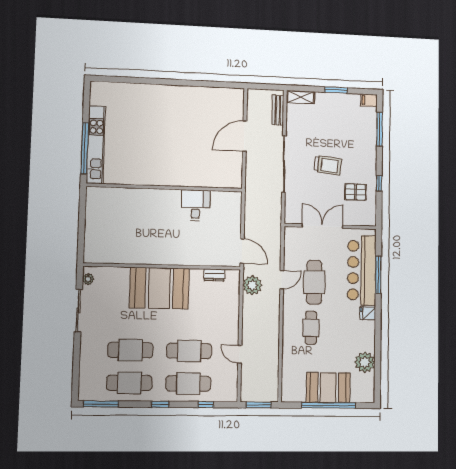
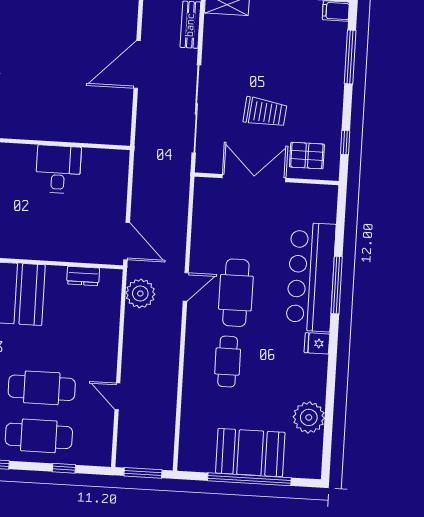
double door: (322, 226) -> (254, 178), moved
wall: (330, 226) -> (267, 179), moved

